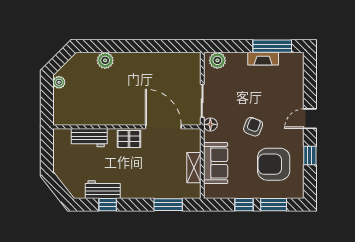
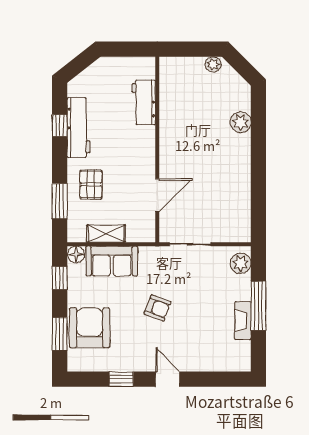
window: (272, 46) -> (258, 306), moved
floor lamp: (210, 124) -> (76, 254), moved
door: (163, 127) -> (157, 195), width x0.73
pallet: (129, 139) -> (91, 184), moved
armchair: (274, 164) -> (90, 328), moved
workbench: (103, 190) -> (78, 128), width x1.38
window: (244, 205) -> (60, 278), moved

